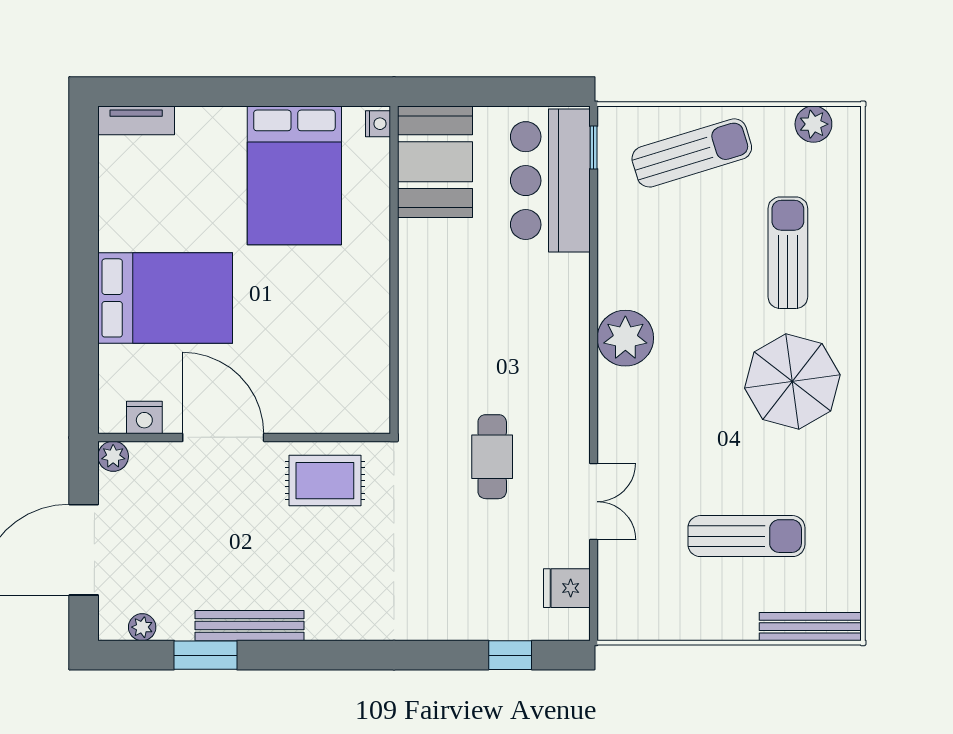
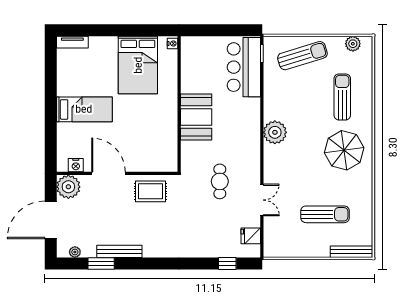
booth: (435, 162) -> (196, 117), moved
bed: (165, 298) -> (84, 109), width x0.67
plant: (113, 456) -> (68, 187), width x1.88, depth x1.88

